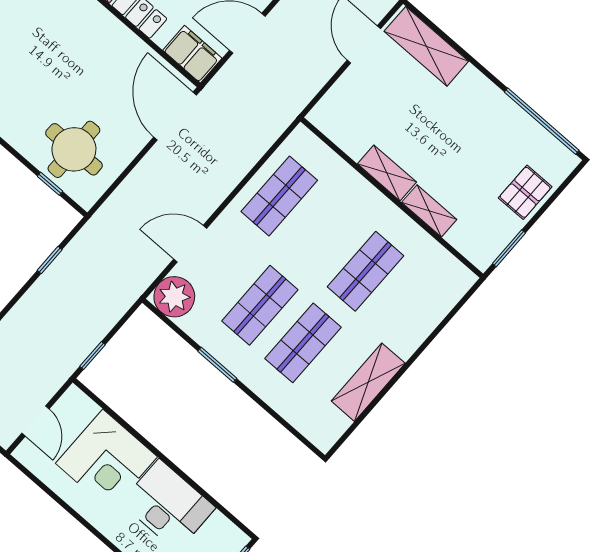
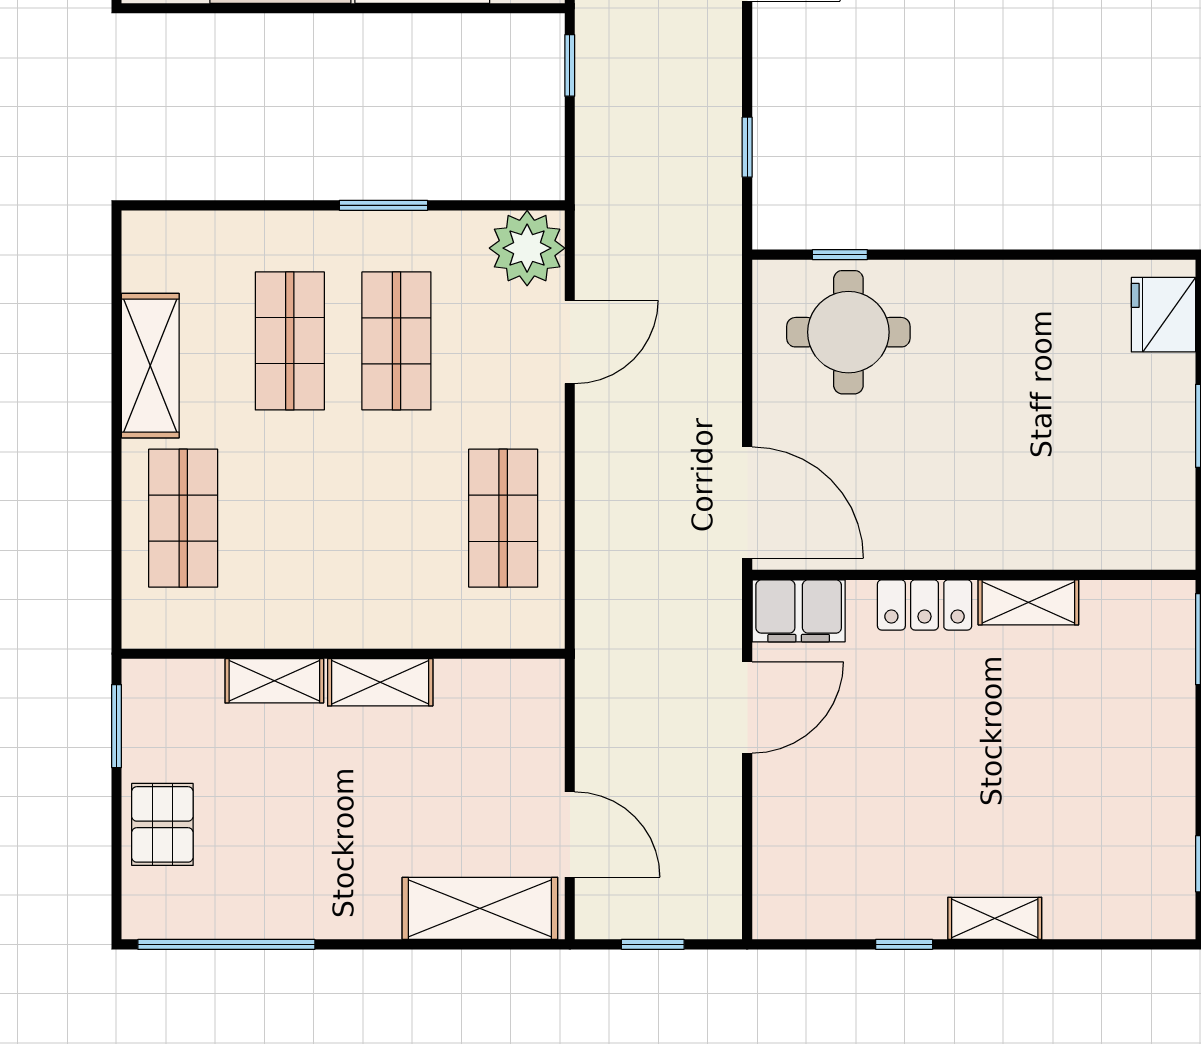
shop shelf: (366, 271) -> (183, 518), moved

